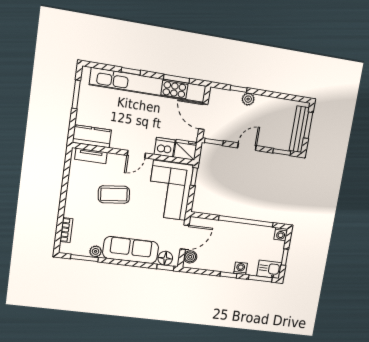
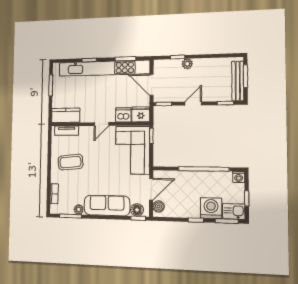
coffee table: (114, 195) -> (71, 162), moved
washing machine: (241, 268) -> (211, 208), width x1.89, depth x1.89

